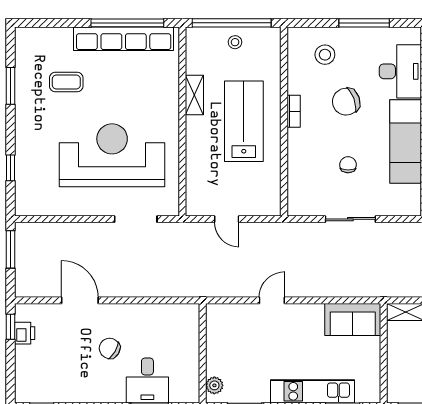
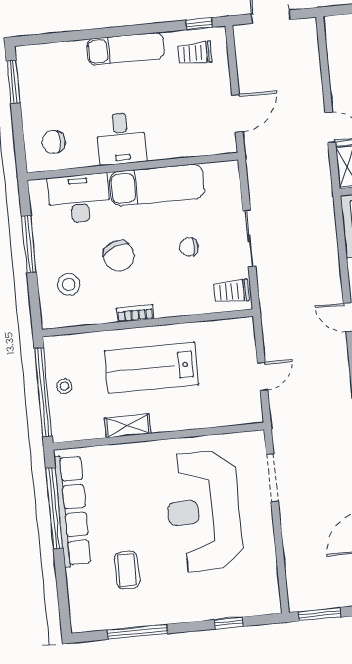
window: (11, 86) -> (137, 632), width x1.44
trolley: (305, 199) -> (231, 291), added

